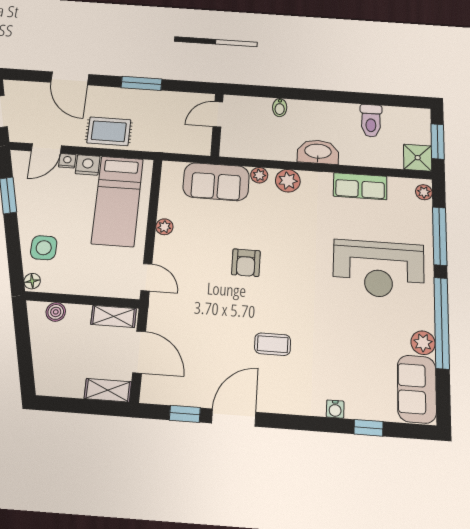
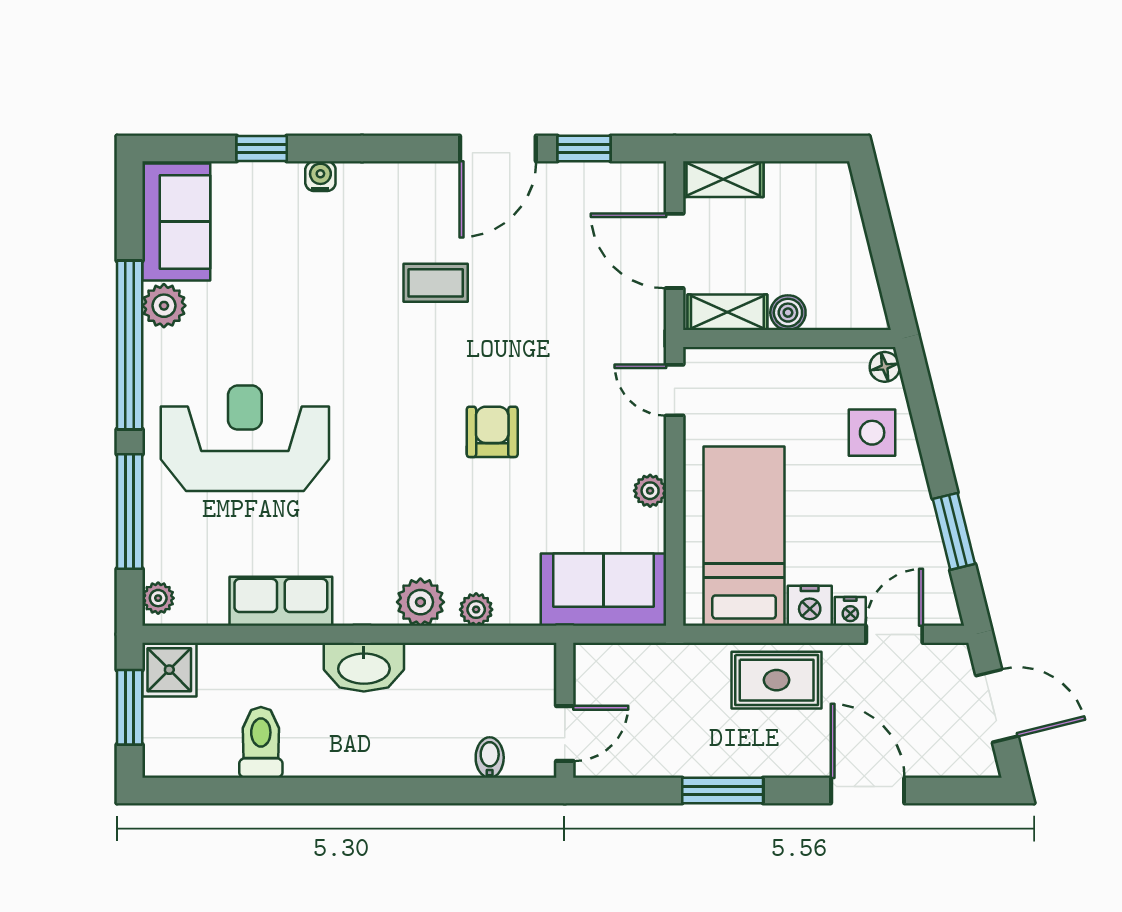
bidet: (280, 108) -> (490, 758), moved
sofa: (216, 182) -> (604, 590), moved
boiler: (56, 312) -> (788, 313), moved

